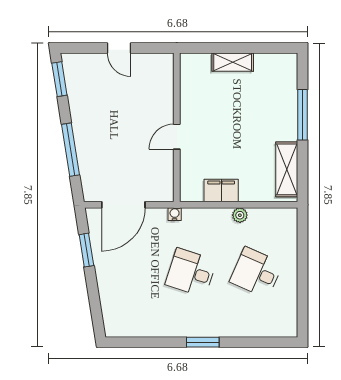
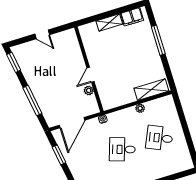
plant: (166, 161) -> (89, 91), added
shelving: (287, 169) -> (151, 90), moved, turned 90
filing cabinet: (221, 190) -> (132, 17), moved, turned 180

